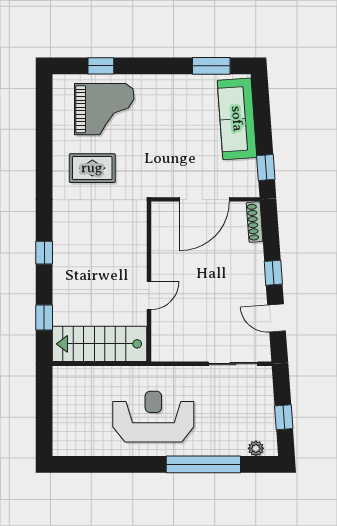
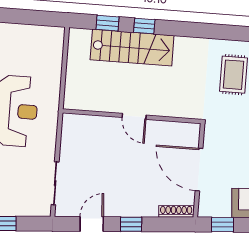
window: (44, 253) -> (144, 26), moved
door: (149, 295) -> (134, 116), moved
stairs: (99, 344) -> (132, 48), moved, turned 90

